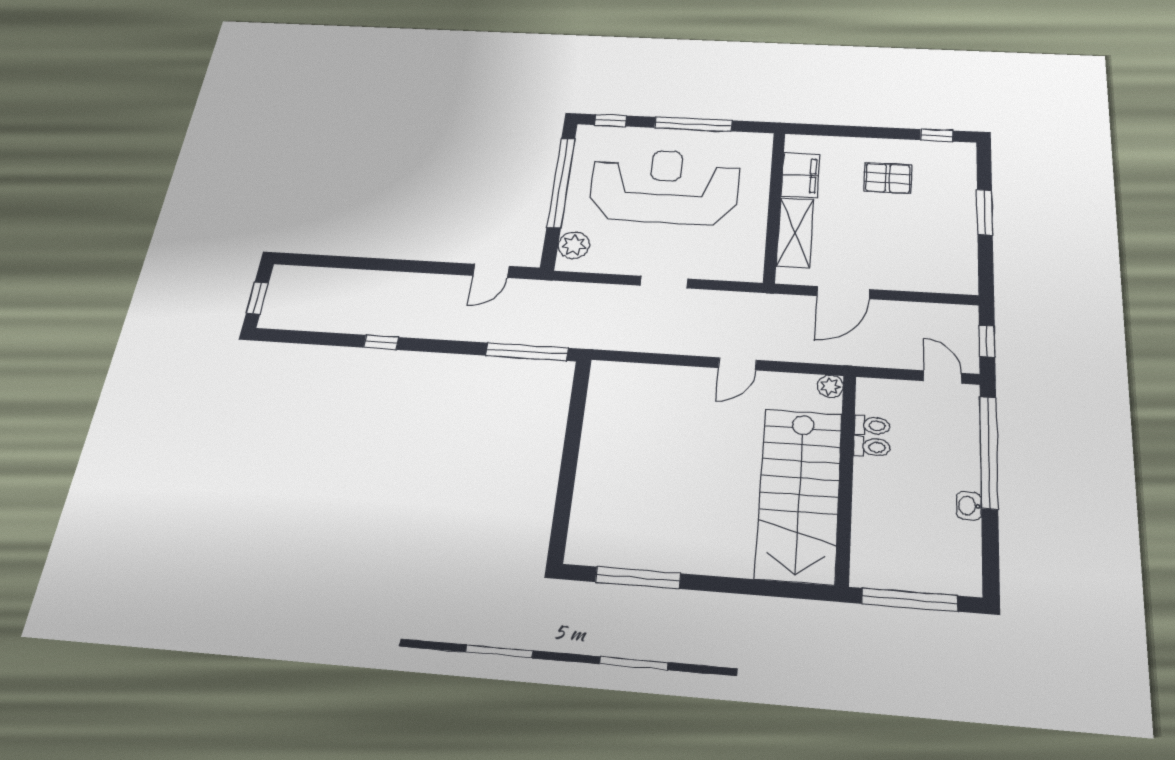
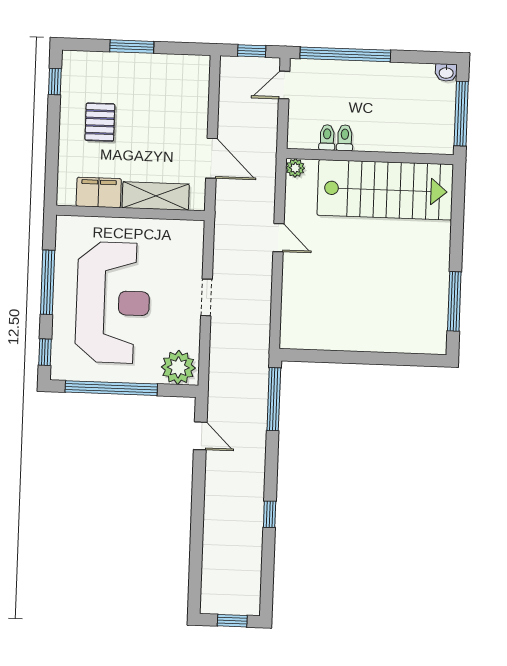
reception desk: (665, 186) -> (113, 303), turned 180
plant: (574, 245) -> (178, 367), width x1.36, depth x1.36
washbasin: (969, 506) -> (446, 73), moved

